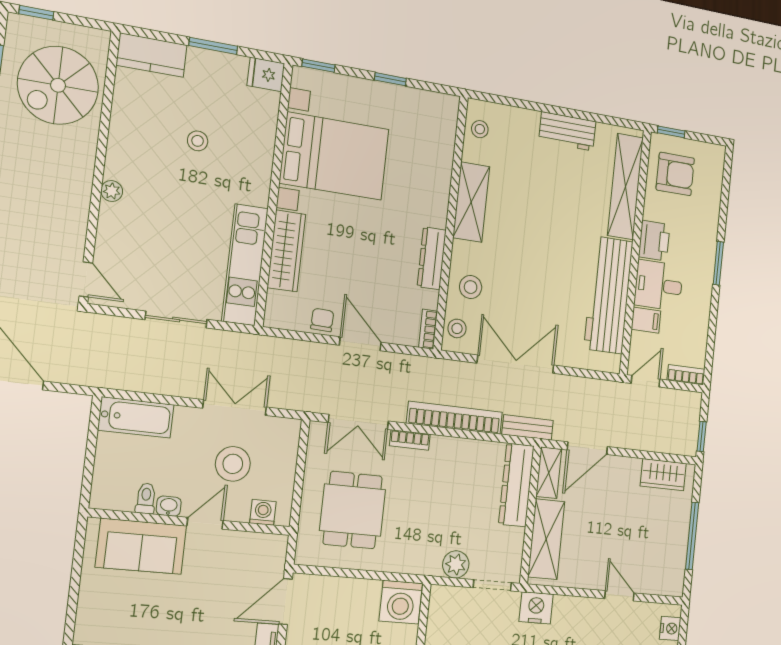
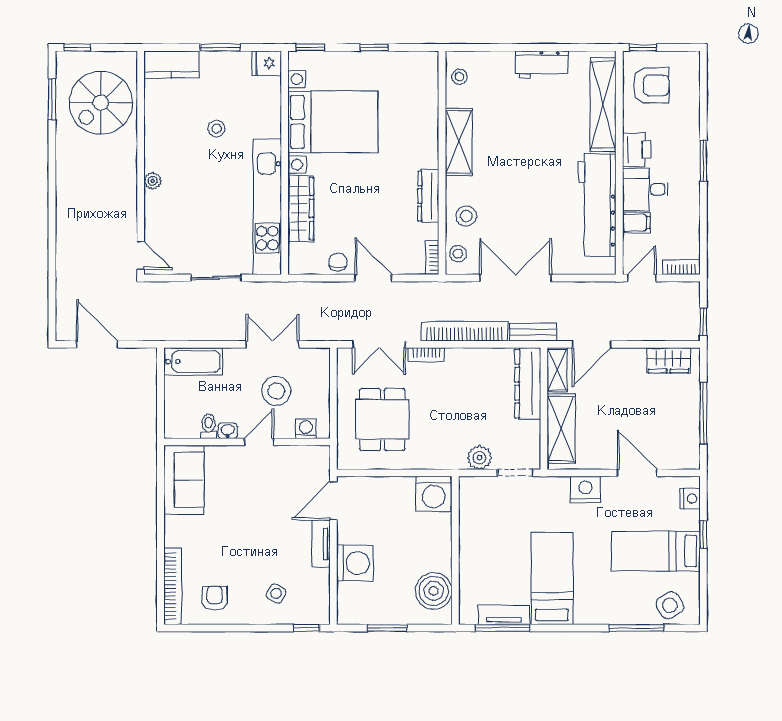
kitchen unit: (245, 265) -> (267, 207), width x1.36
sofa: (141, 546) -> (184, 480), moved, turned -90
door: (619, 596) -> (637, 473), width x1.38
nightstand: (536, 608) -> (585, 489), moved

